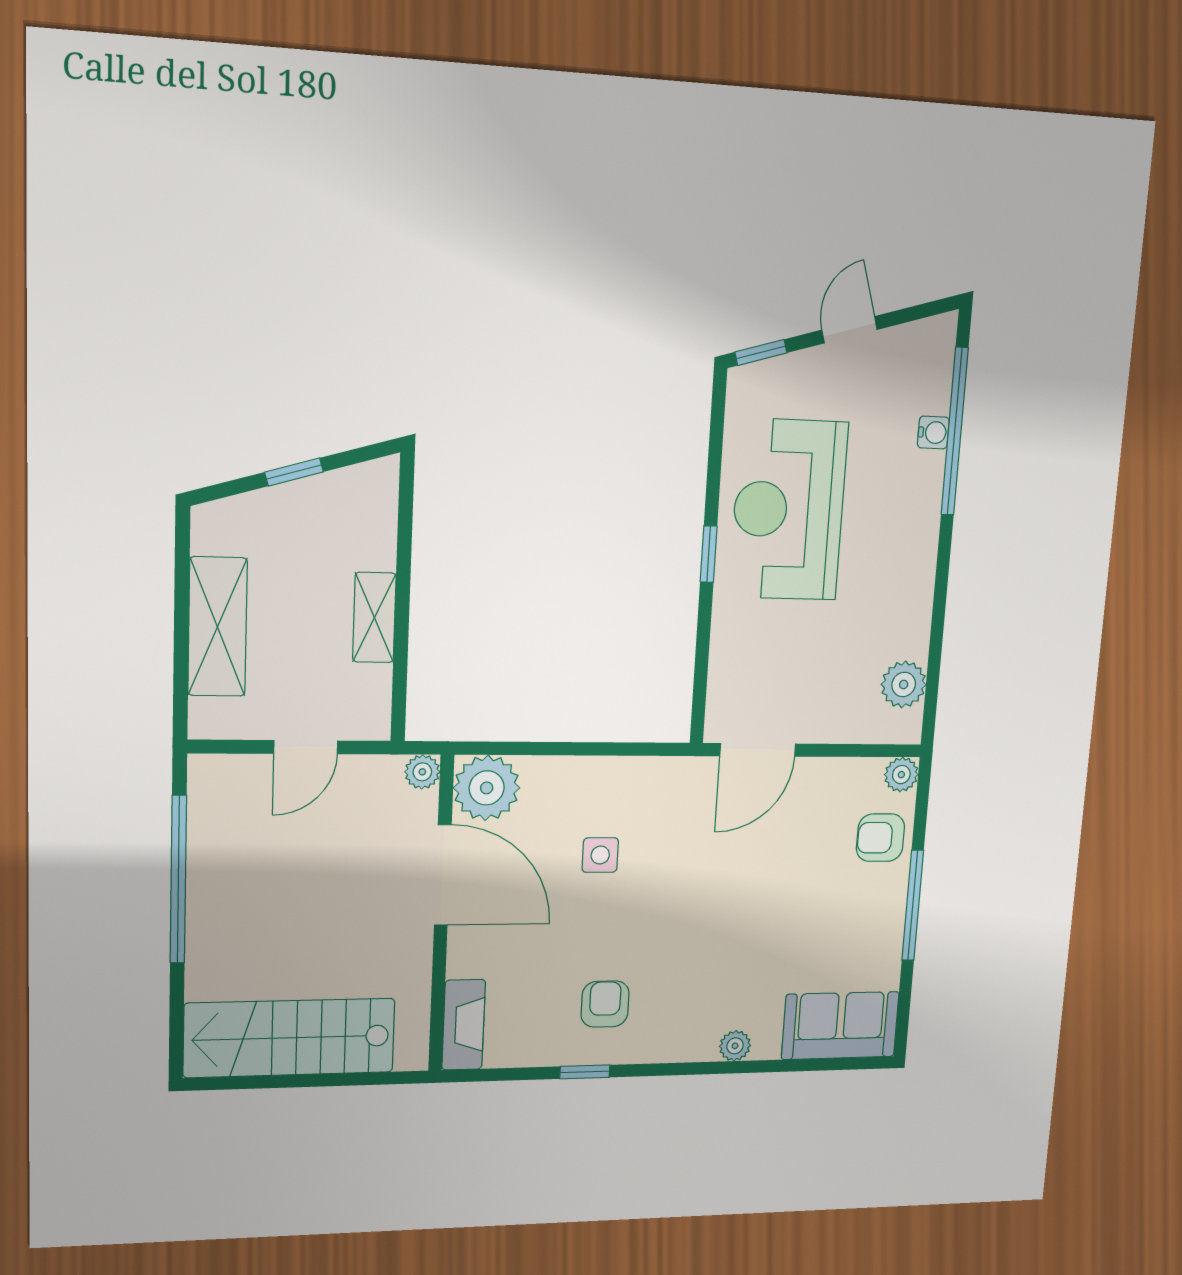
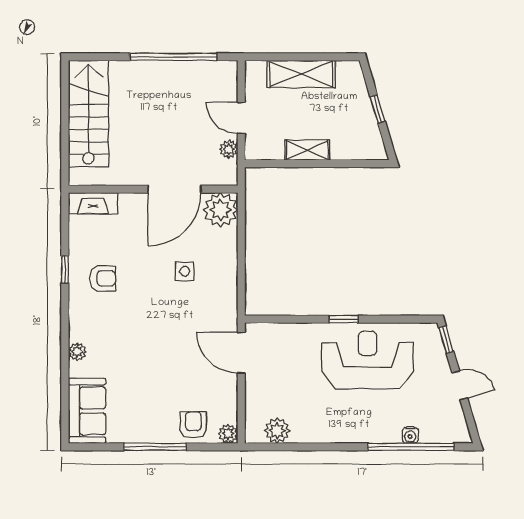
plant: (422, 772) -> (229, 149), moved

